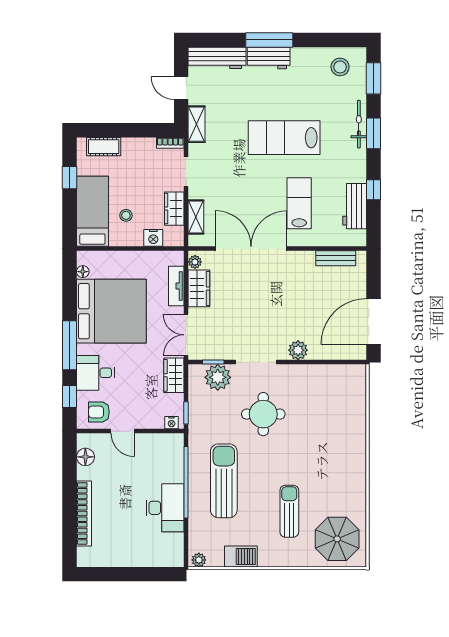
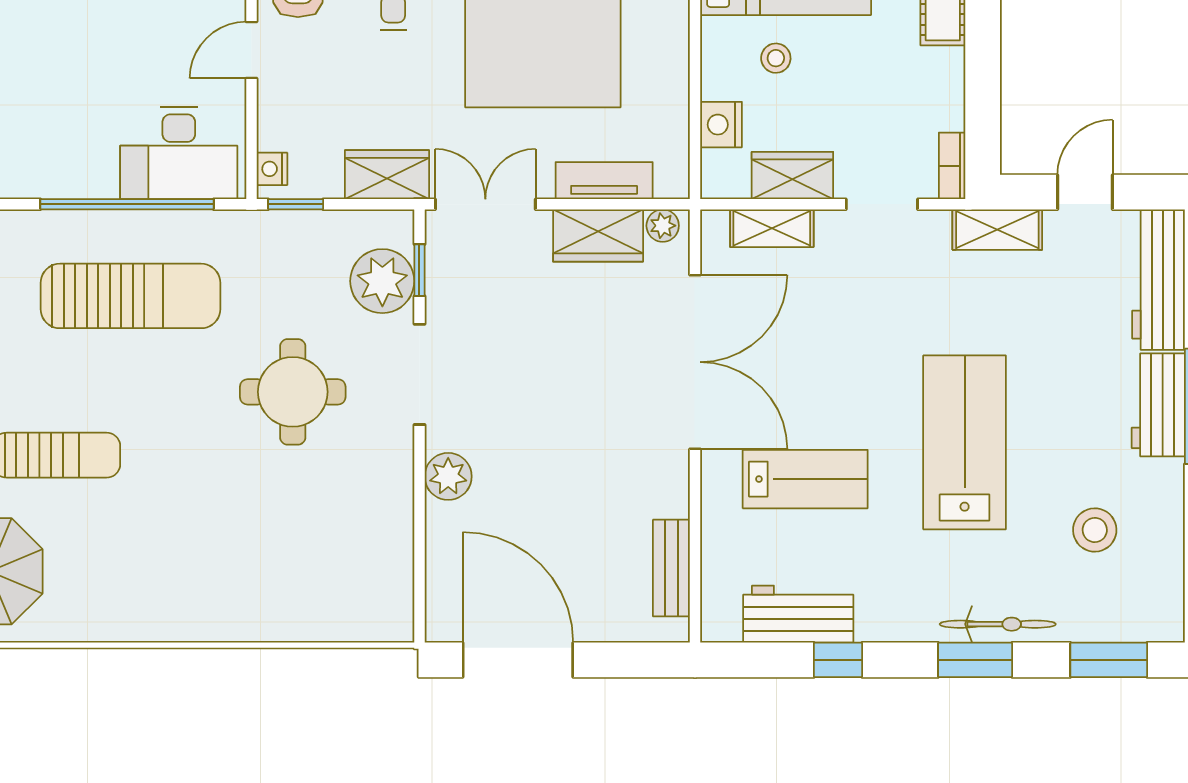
stool: (340, 67) -> (1095, 530), moved
desk: (165, 508) -> (179, 153), moved

